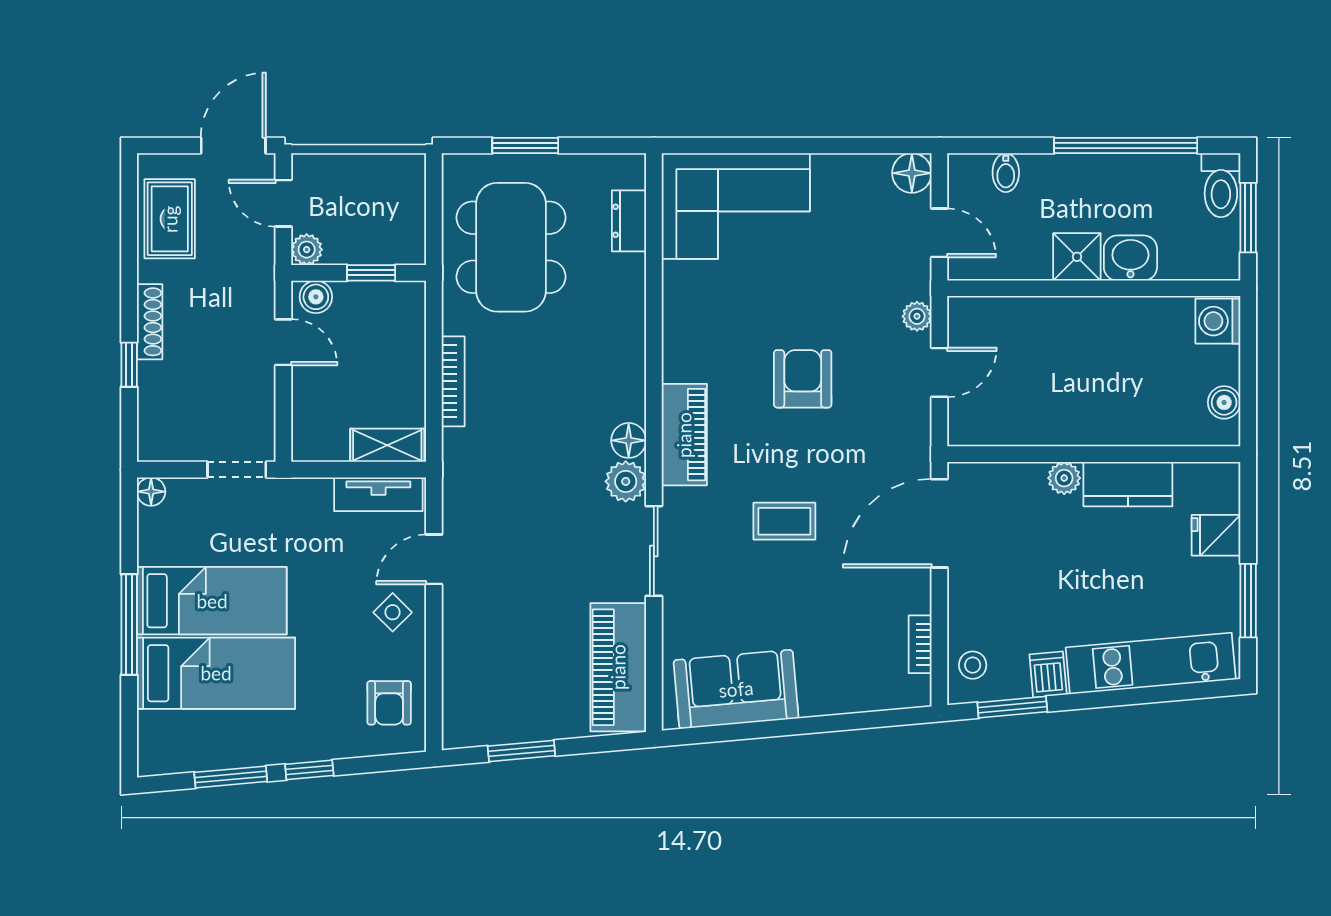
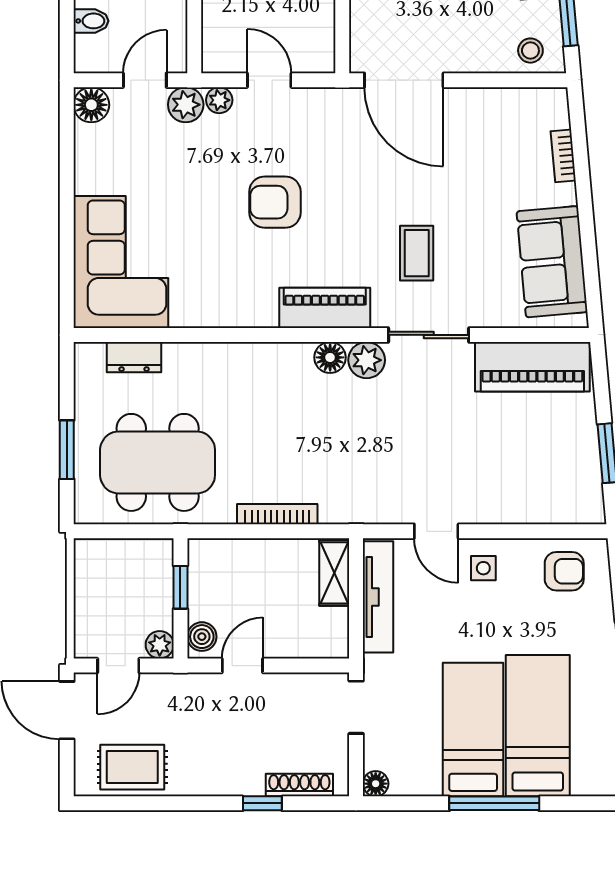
plant: (912, 279) -> (186, 105), added
shoe rack: (150, 322) -> (299, 785), moved
tv unit: (378, 494) -> (378, 597), width x1.41
coffee table: (784, 521) -> (417, 253), moved
side table: (393, 612) -> (483, 568), turned 45
bookcase: (920, 644) -> (563, 156), moved, turned 85

